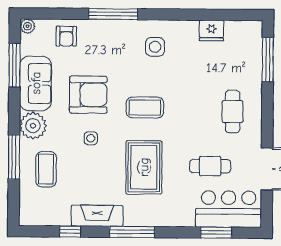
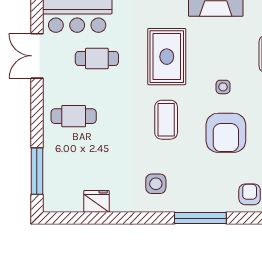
armchair: (88, 95) -> (226, 133), turned -90
coffee table: (145, 108) -> (166, 120), turned 90
cafe table: (233, 112) -> (74, 116), turned 90

